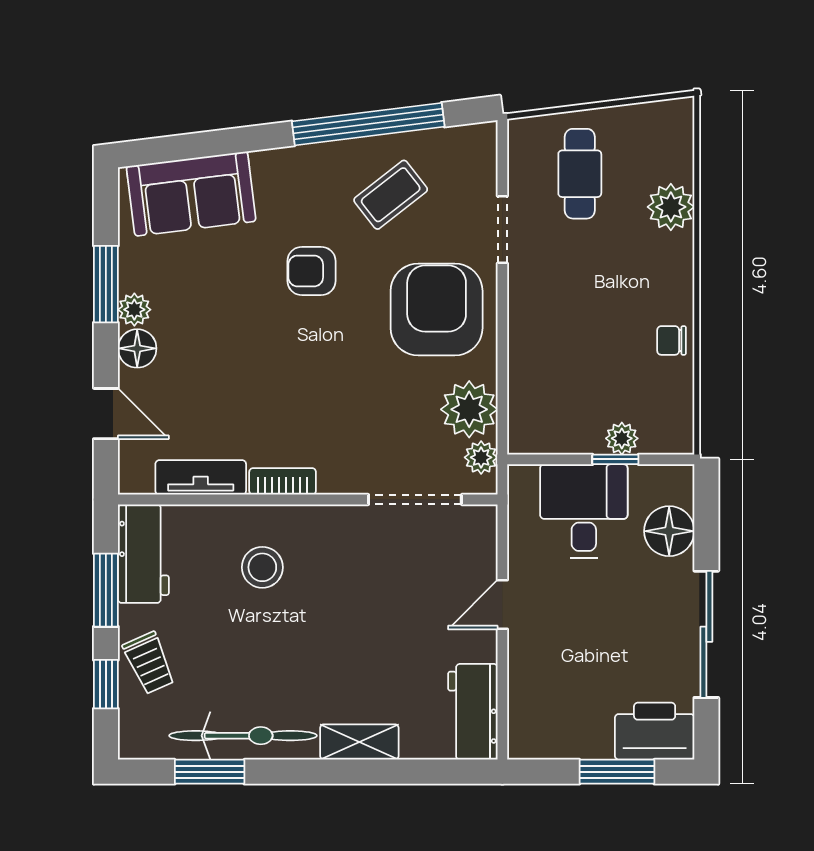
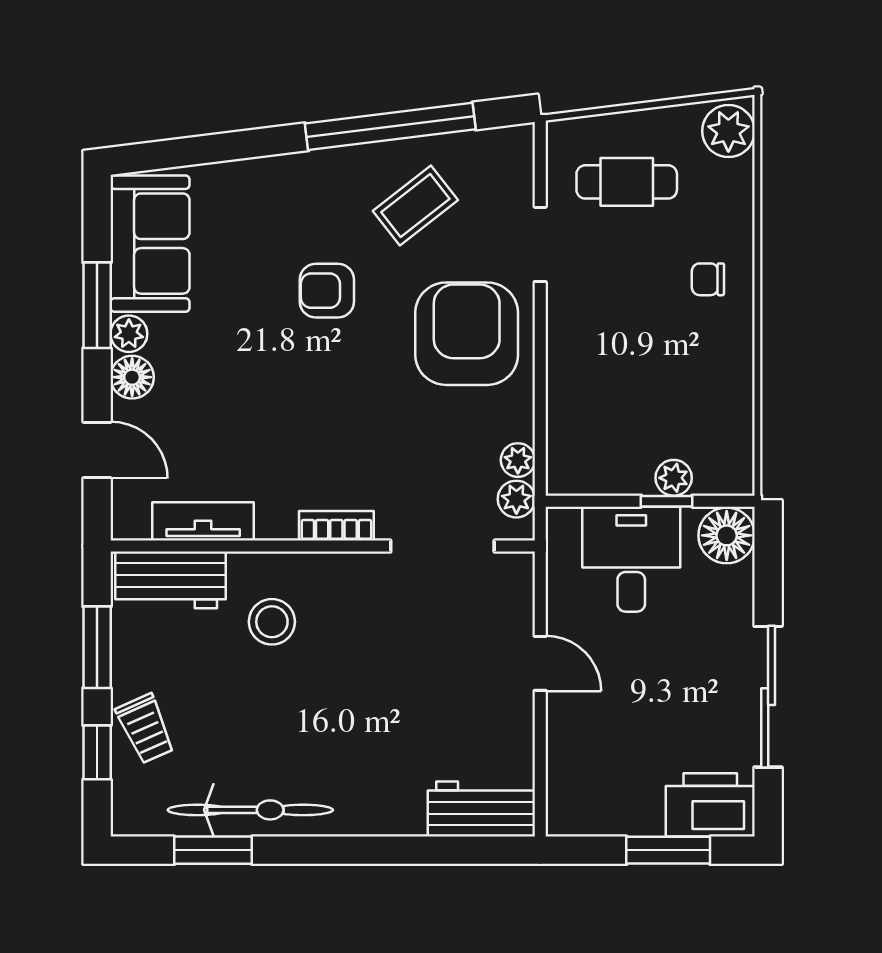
cafe table: (580, 174) -> (627, 182), turned 90
sofa: (191, 194) -> (150, 244), moved, turned -83
plant: (671, 207) -> (728, 131), moved
chair: (672, 340) -> (708, 279), moved
plant: (469, 409) -> (518, 460), width x0.53, depth x0.53
bookcase: (283, 481) -> (336, 526), moved
floor lamp: (669, 531) -> (727, 535), moved
workbench: (143, 554) -> (171, 580), moved, turned 90
door: (502, 604) -> (540, 663), swing flipped
workbench: (473, 712) -> (481, 809), moved, turned 90
shelving: (359, 742) -> (380, 817), removed

